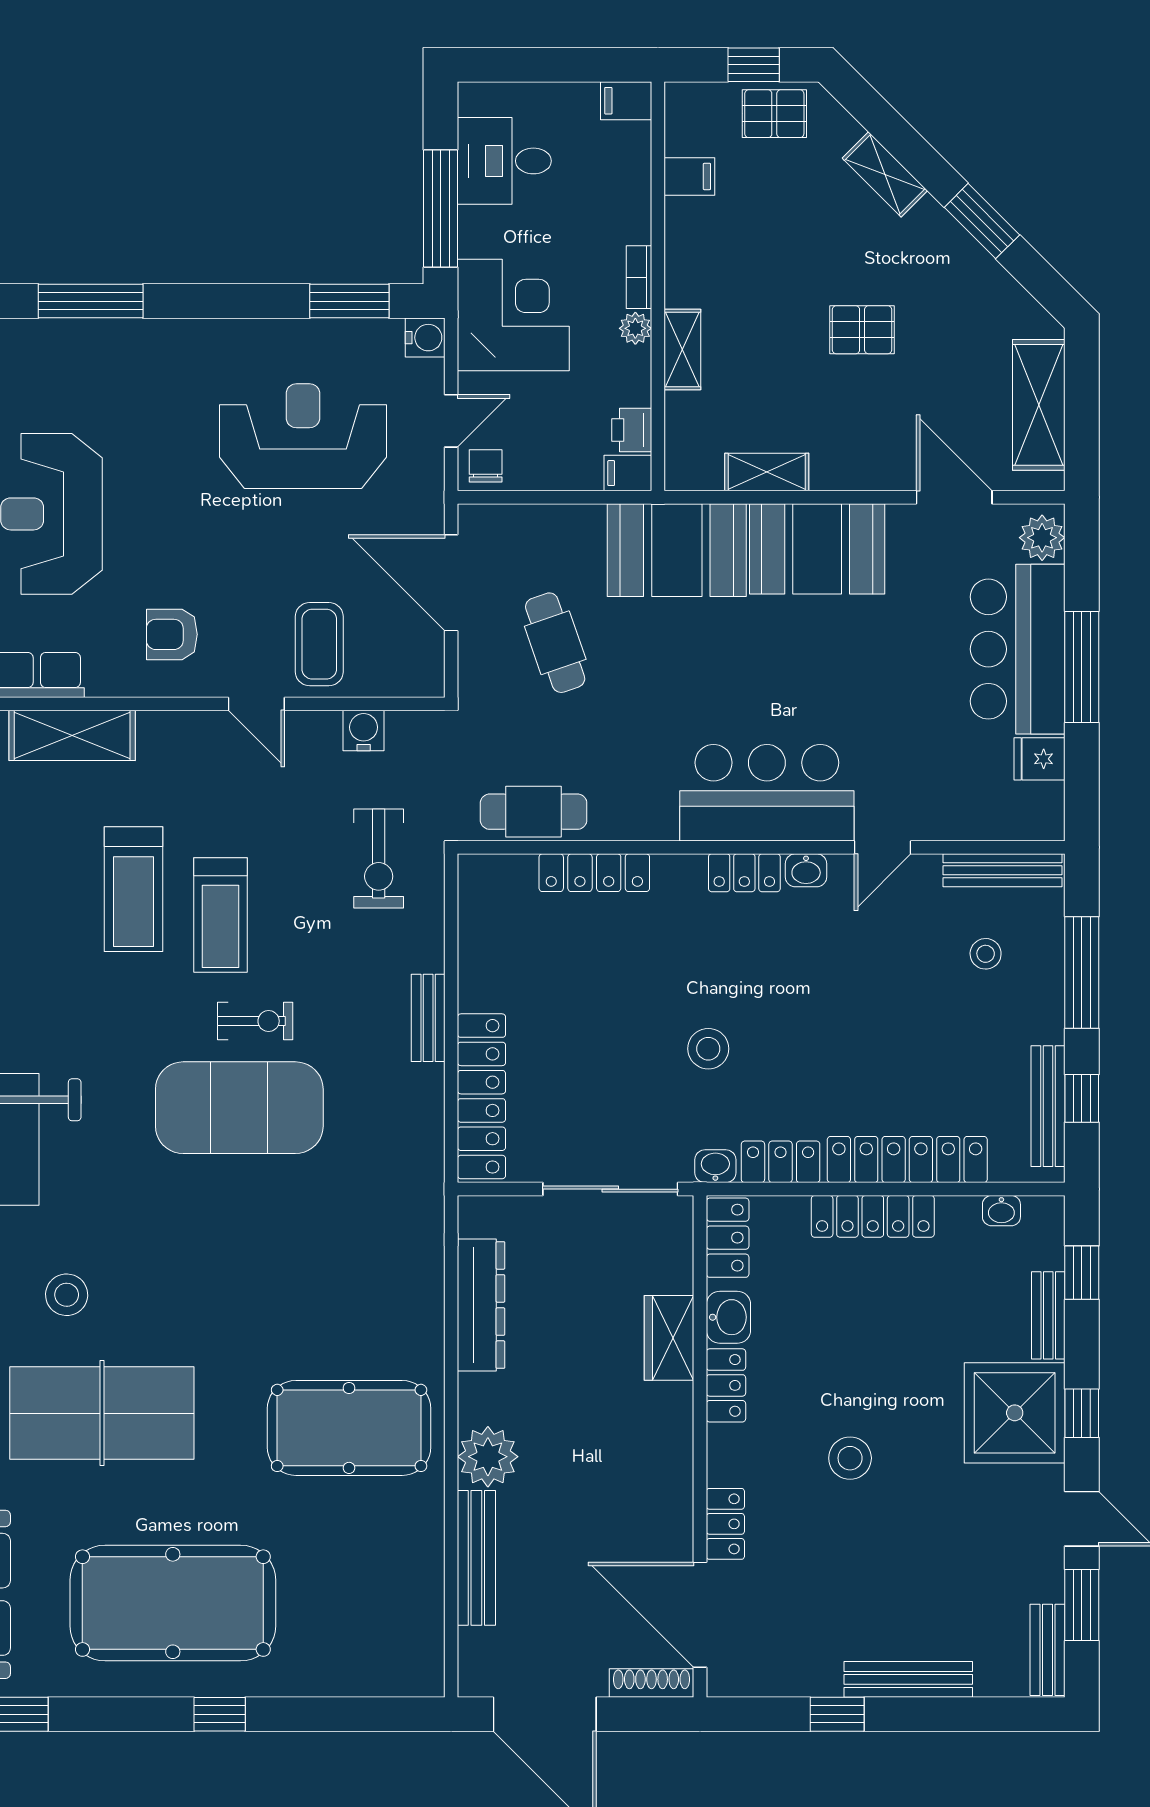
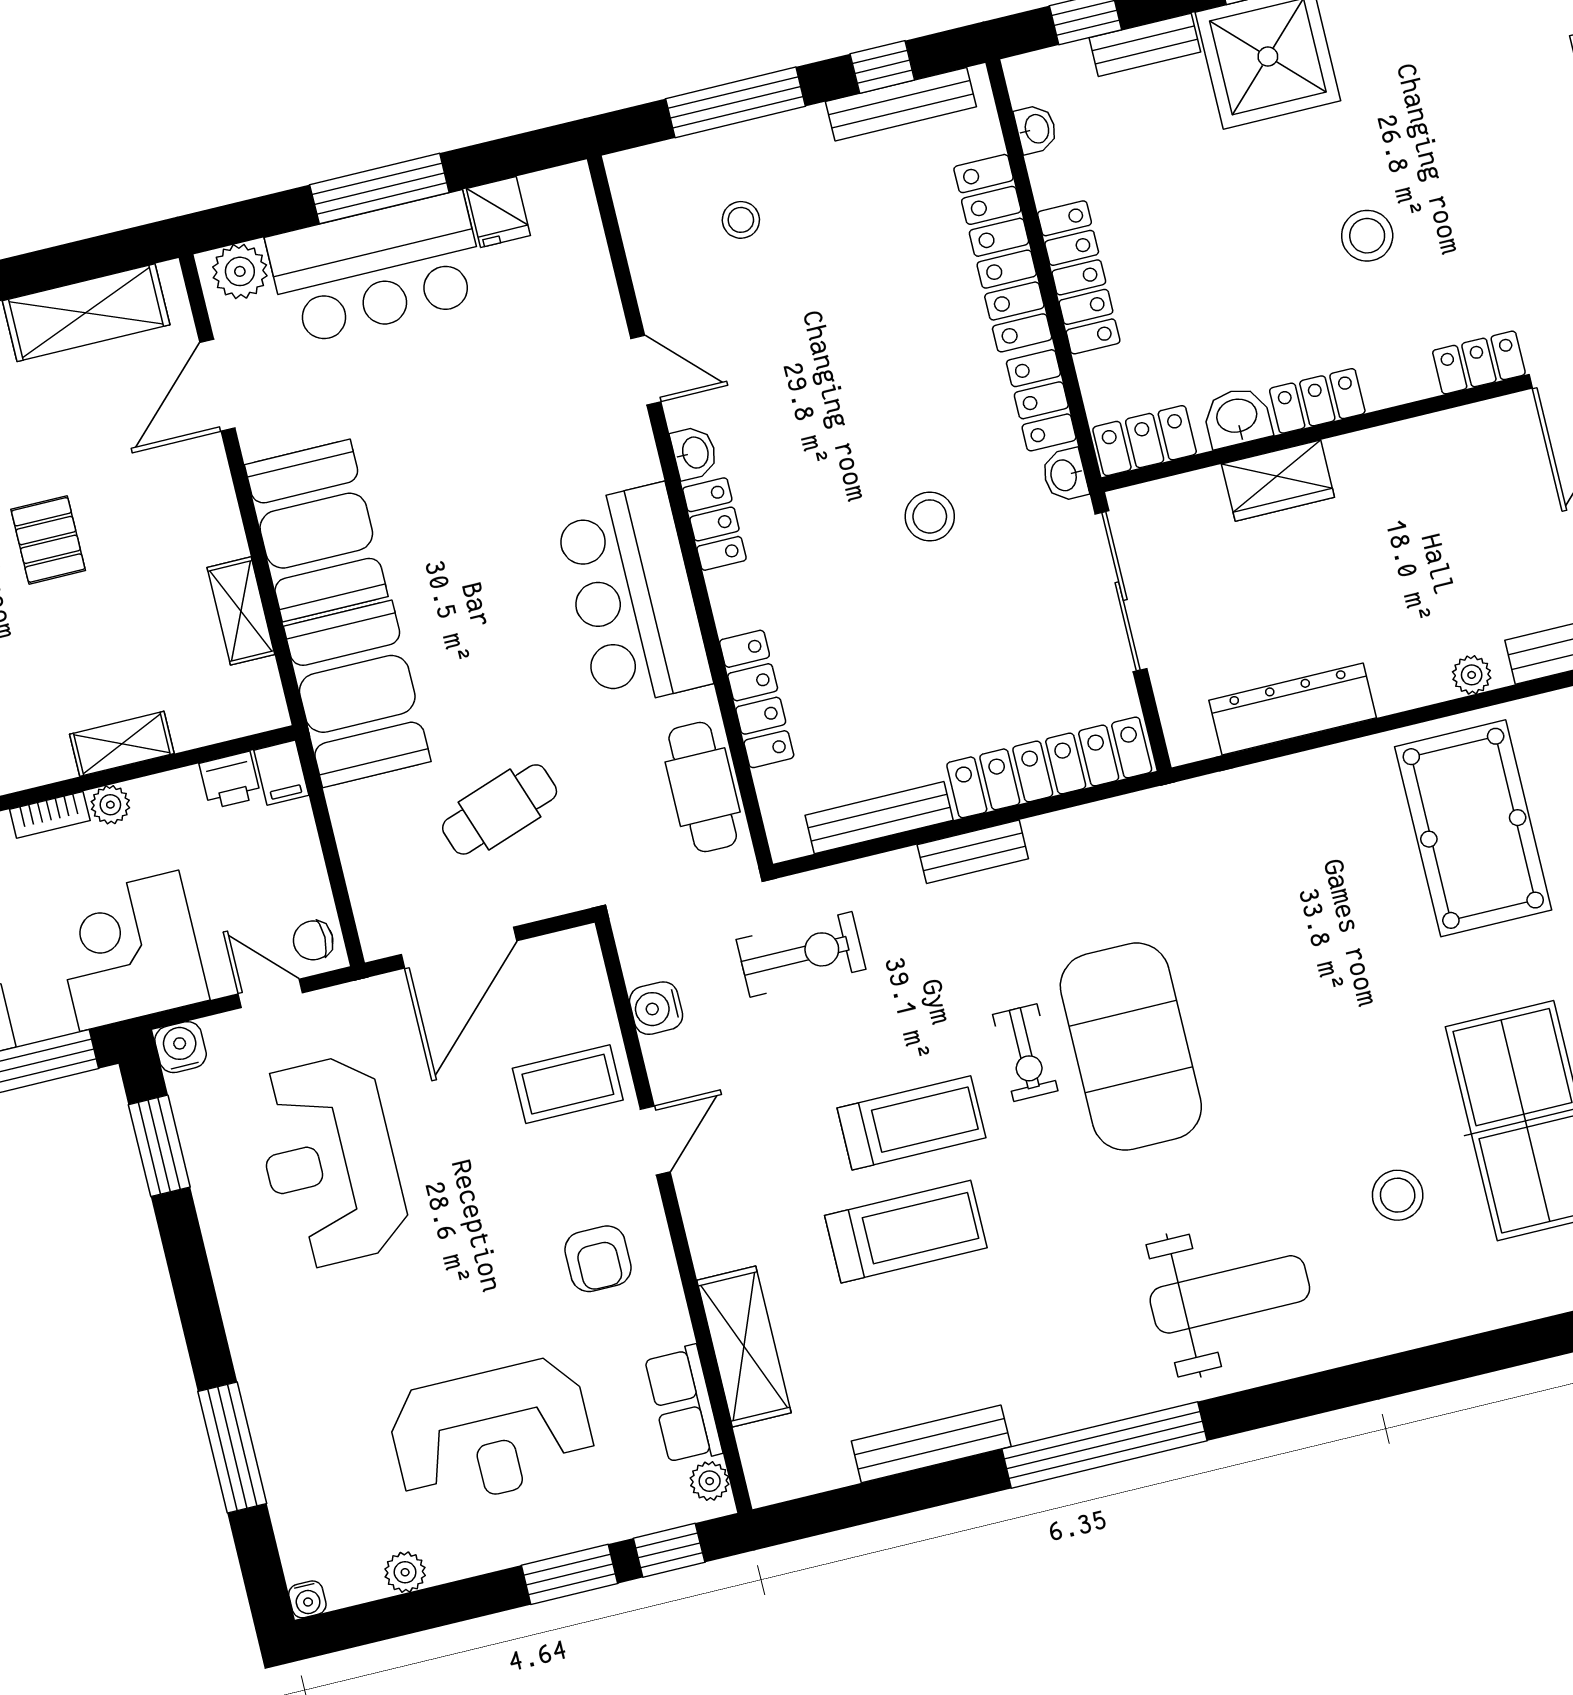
bar counter: (767, 793) -> (633, 596), moved
bench: (1002, 870) -> (879, 818), moved, turned 90
exercise bike: (255, 1021) -> (1025, 1053), turned 180
plant: (488, 1457) -> (1472, 675), width x0.53, depth x0.53

